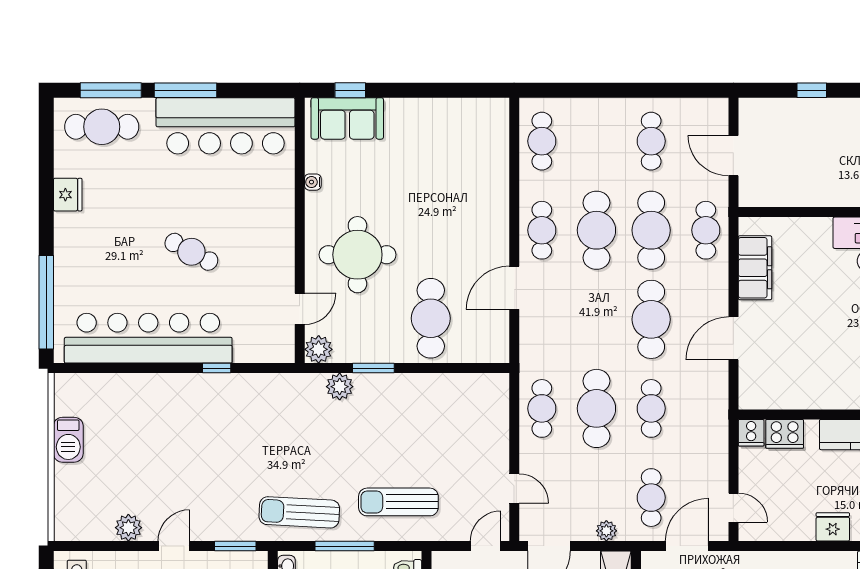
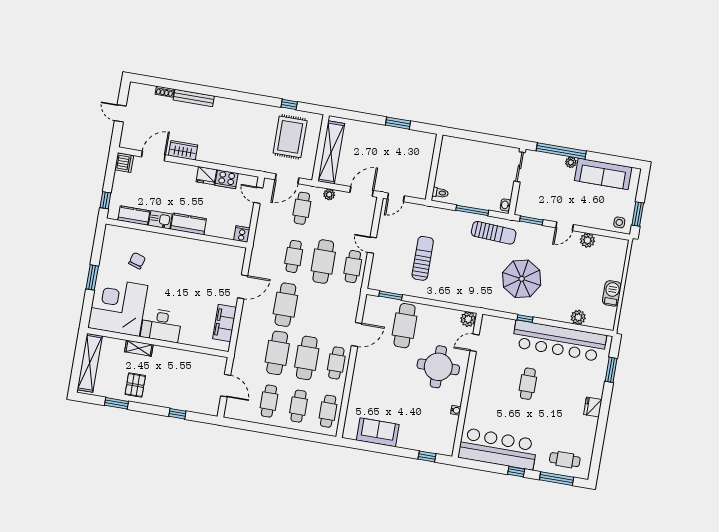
window: (186, 90) -> (516, 472), width x0.46
sofa: (347, 118) -> (378, 432), moved
cafe table: (102, 127) -> (565, 460), width x0.73, depth x0.74
fridge: (68, 195) -> (593, 407), moved
cafe table: (706, 230) -> (299, 406), moved
cafe table: (191, 252) -> (528, 384), turned 62
window: (46, 302) -> (611, 370), width x0.47
window: (373, 368) -> (391, 295), moved
plant: (340, 387) -> (578, 317), moved
cooker: (785, 434) -> (227, 179), moved, turned 180
parasol: (235, 438) -> (522, 279), added
door: (514, 488) -> (372, 245), moved
sun lounger: (398, 502) -> (423, 258), moved, turned -90

